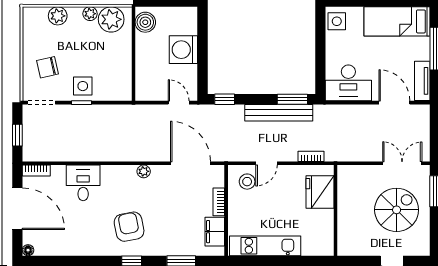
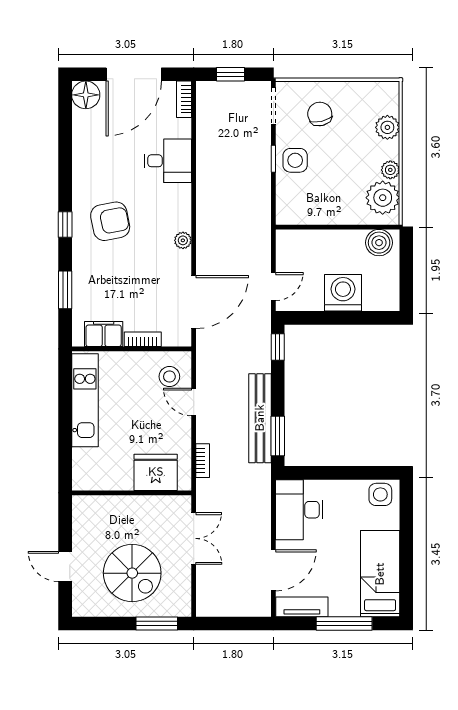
double door: (402, 163) -> (194, 538), moved
floor lamp: (28, 250) -> (86, 95), width x1.89, depth x1.89

